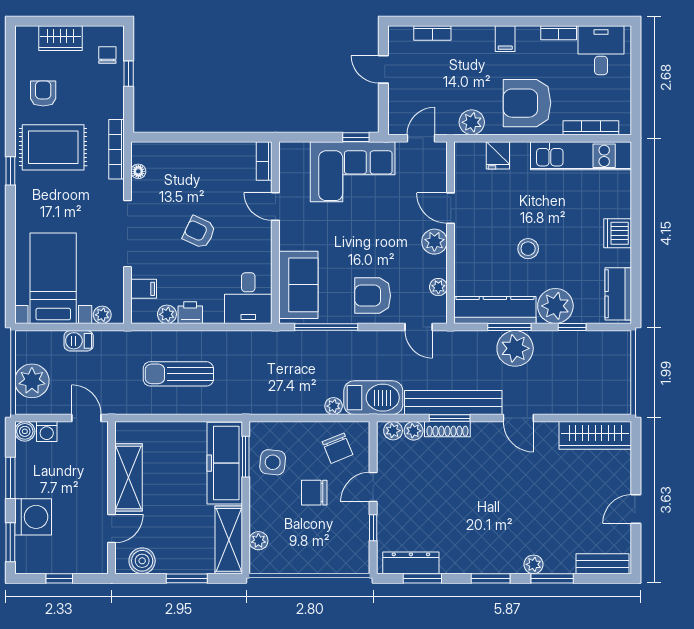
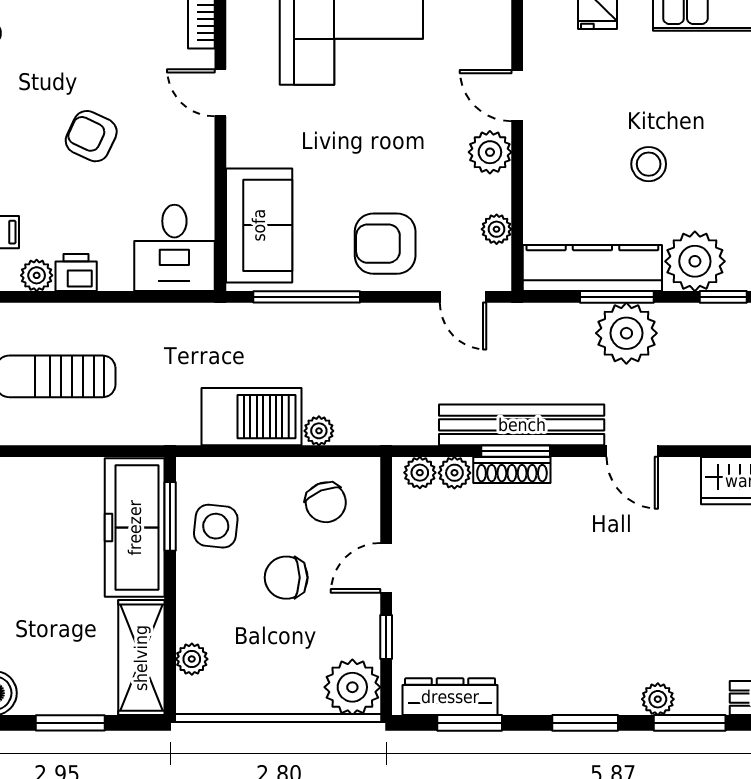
barbecue: (373, 398) -> (251, 417), moved
plant: (353, 557) -> (352, 687), added

